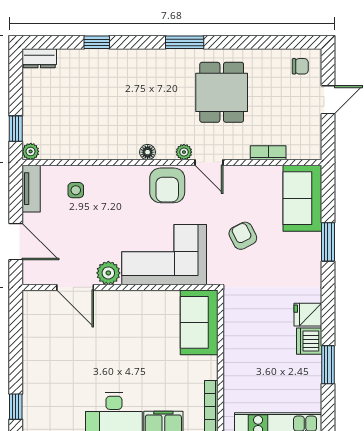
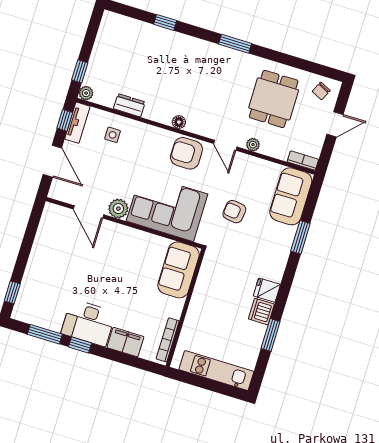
dresser: (39, 58) -> (129, 105), moved, turned 180
chair: (300, 66) -> (321, 91), turned 116
dining table: (222, 92) -> (274, 99), moved
plant: (184, 152) -> (253, 145), moved
bookcase: (268, 153) -> (303, 161), moved
armchair: (167, 185) -> (186, 153), turned 90
window: (16, 190) -> (65, 120), added
armchair: (243, 236) -> (234, 212), turned -56

